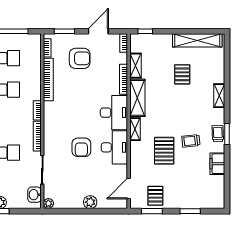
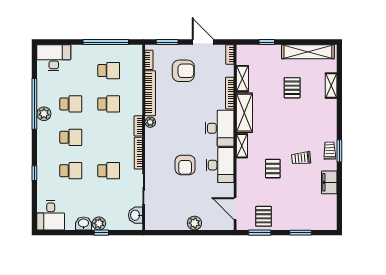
door: (98, 31) -> (203, 42), hinge flipped
window: (145, 31) -> (267, 42), moved
shelving: (219, 96) -> (331, 86), moved
pallet: (164, 151) -> (273, 169), width x0.67, depth x0.71
door: (129, 189) -> (235, 209), hinge flipped
plant: (48, 203) -> (150, 122), moved

